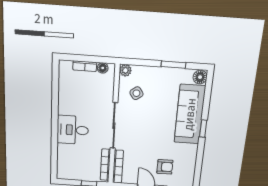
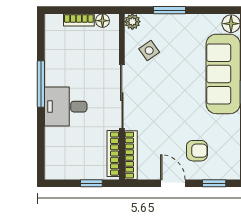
window: (173, 65) -> (170, 10), moved
window: (55, 112) -> (41, 84), added

